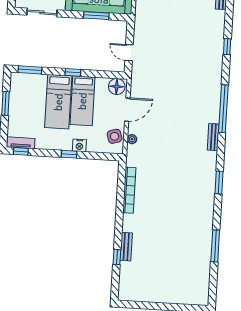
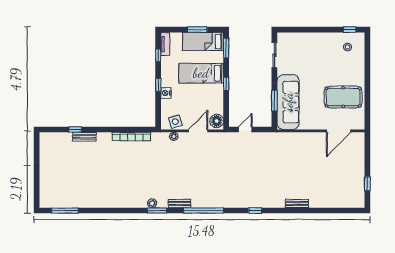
bed: (82, 101) -> (203, 41), moved
door: (127, 110) -> (198, 131), swing flipped
window: (21, 151) -> (158, 55), moved
plant: (211, 170) -> (152, 203), added
window: (219, 182) -> (157, 211), moved
window: (215, 246) -> (65, 211), moved

